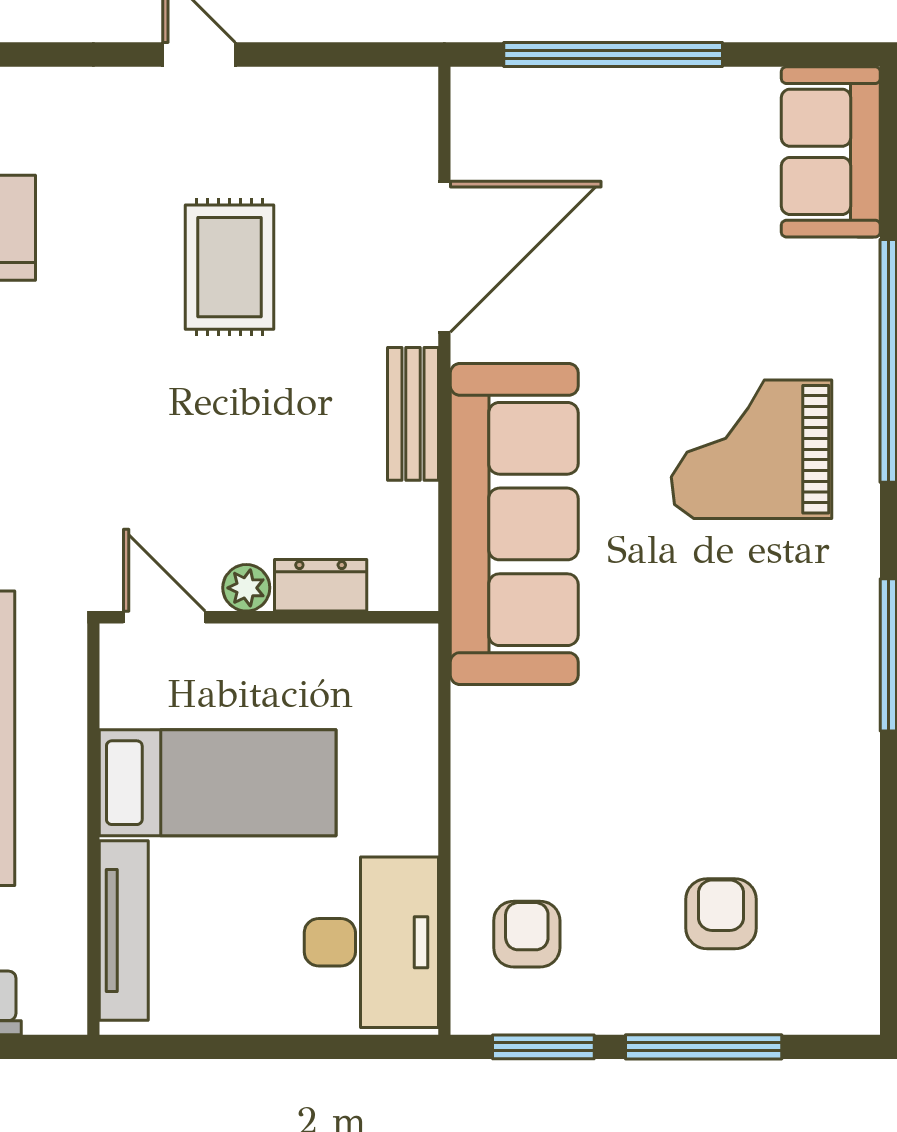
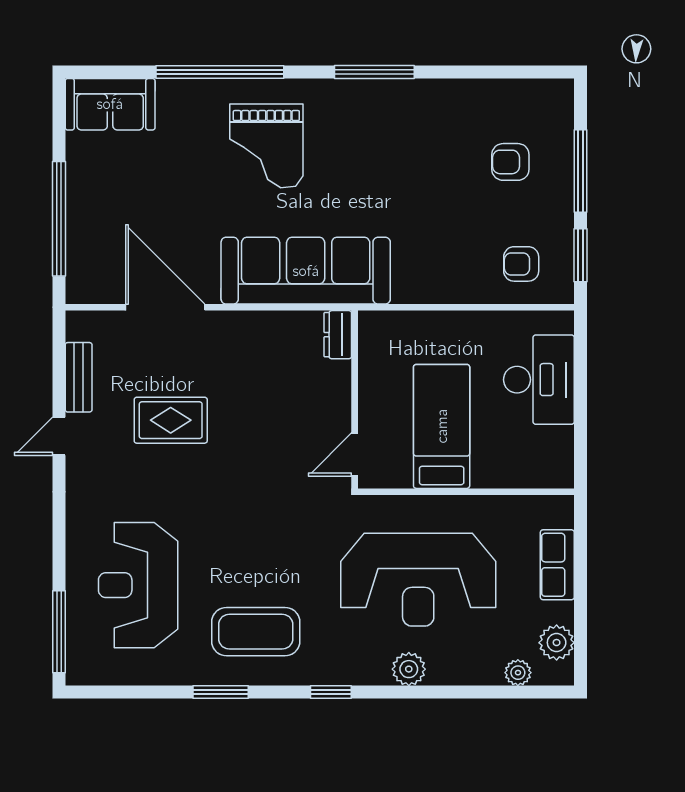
bench: (413, 414) -> (79, 377), moved, turned 90
dresser: (321, 585) -> (338, 335), moved
plant: (246, 588) -> (339, 411), removed
tv unit: (124, 931) -> (519, 476), removed
desk: (371, 942) -> (539, 380), moved, turned 90

